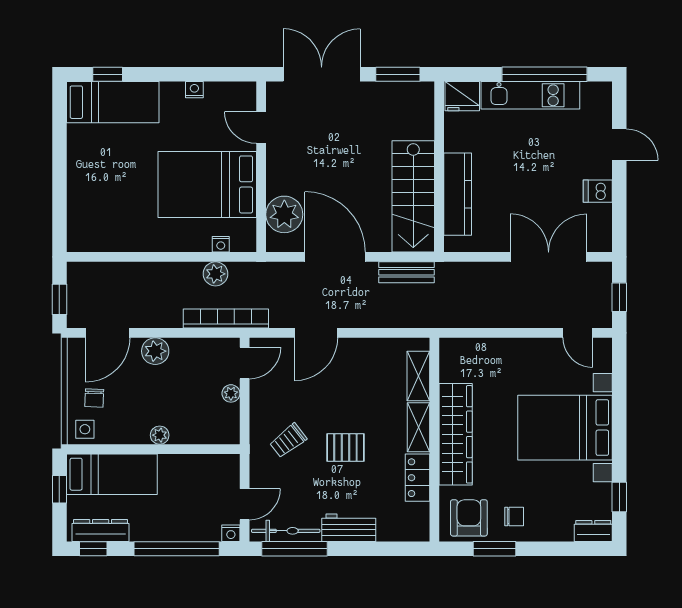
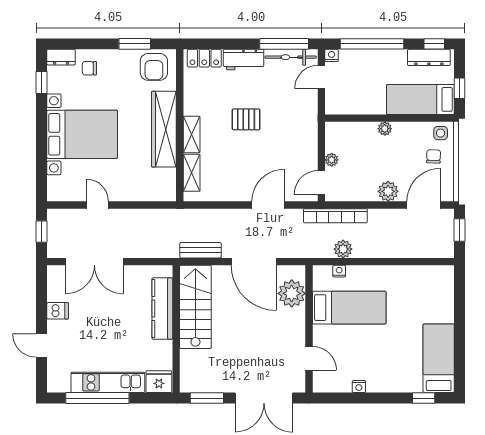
bed: (113, 102) -> (439, 358), moved, turned 90
bed: (207, 184) -> (349, 308), width x0.67
door: (578, 333) -> (97, 205), moved
trolley: (288, 441) -> (289, 125), removed
locker: (418, 478) -> (204, 58), moved, turned 90
chair: (514, 516) -> (89, 68), moved

